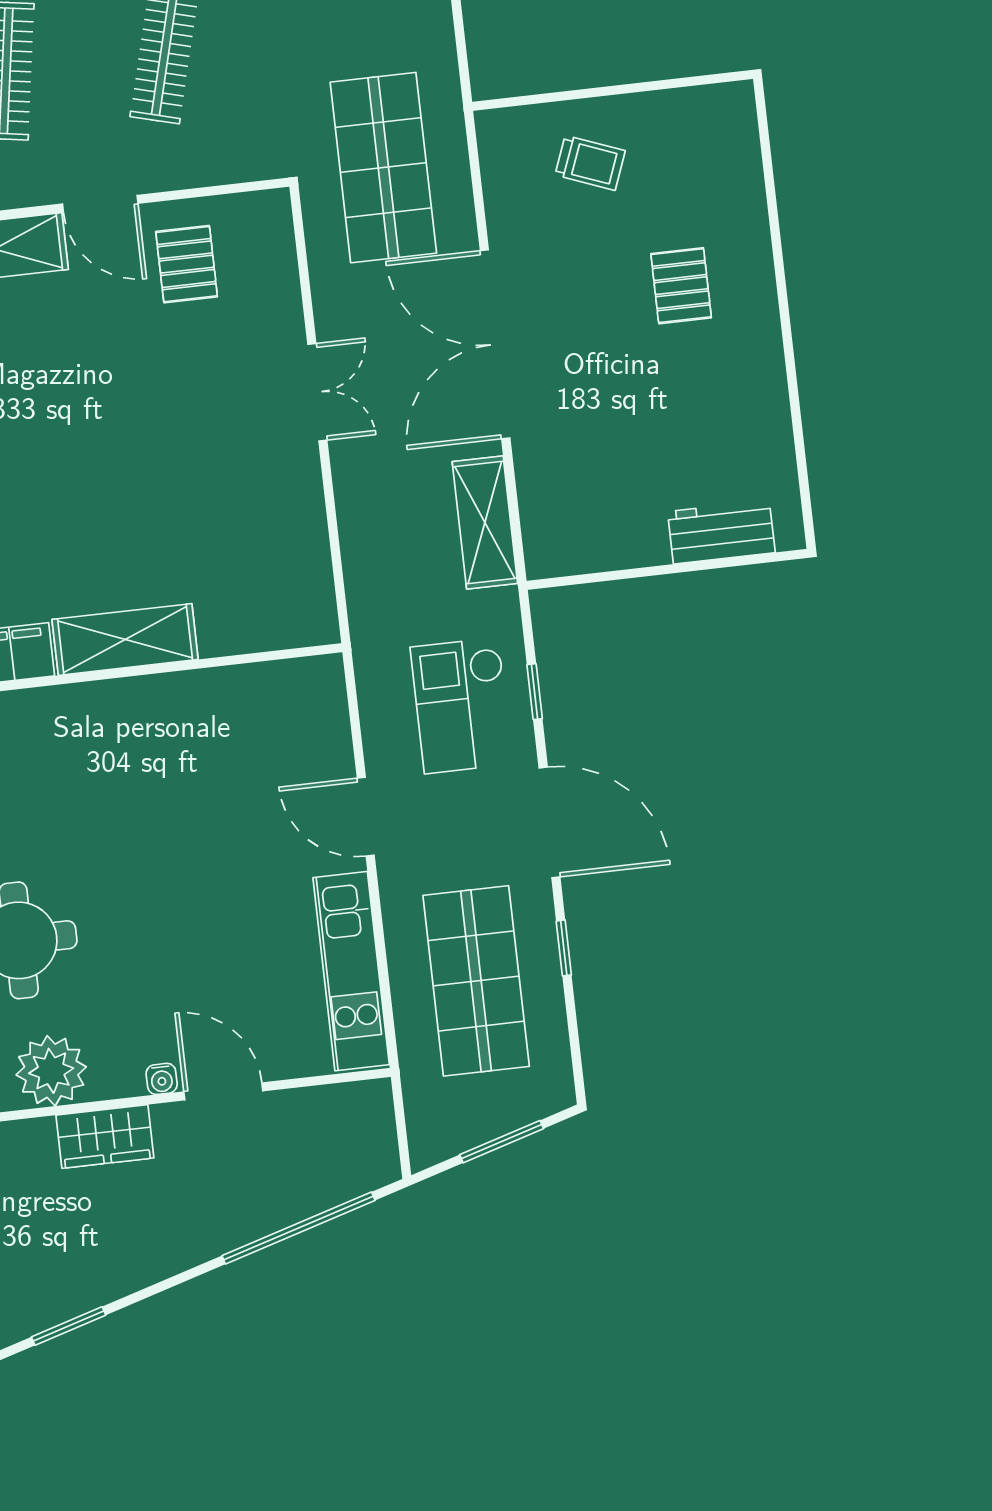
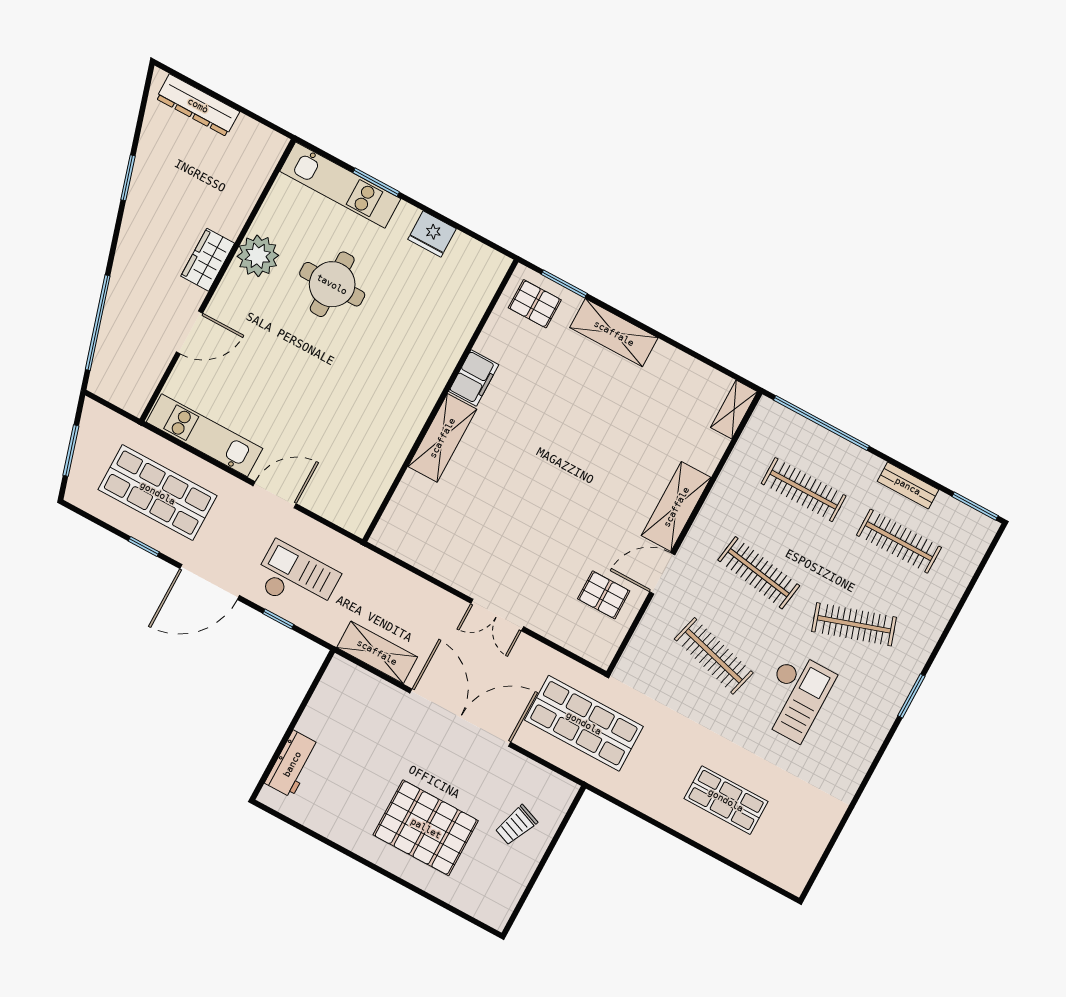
pallet: (681, 286) -> (426, 828), width x2.05, depth x2.00
water cooler: (162, 1079) -> (216, 307), removed

